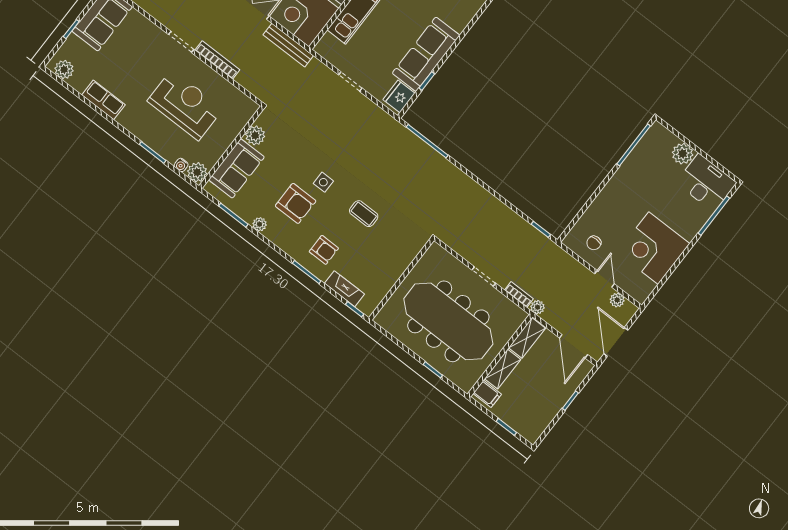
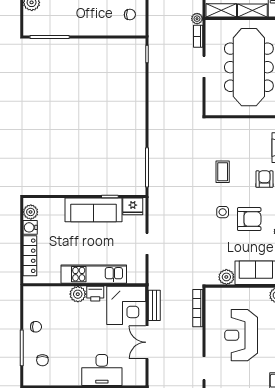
bench: (288, 45) -> (154, 305), width x0.73
bookcase: (217, 60) -> (198, 308), moved
armchair: (296, 203) -> (249, 219), turned 90

